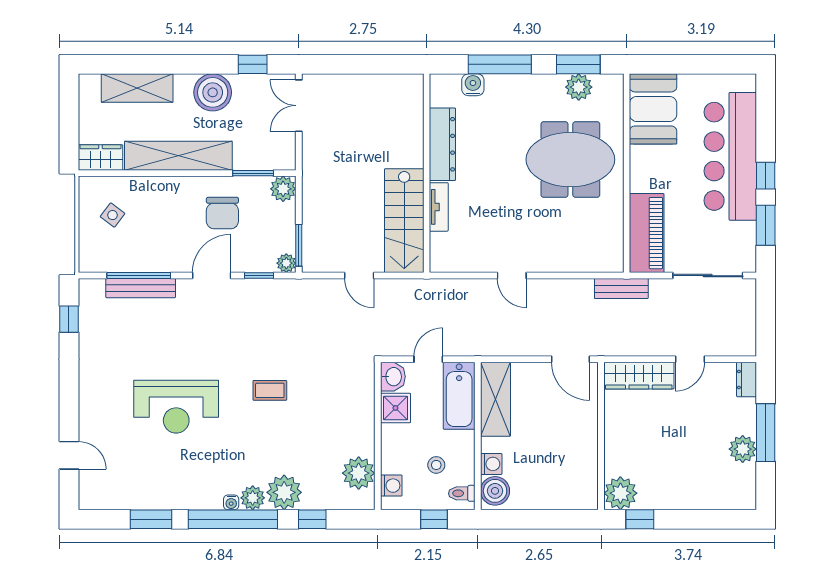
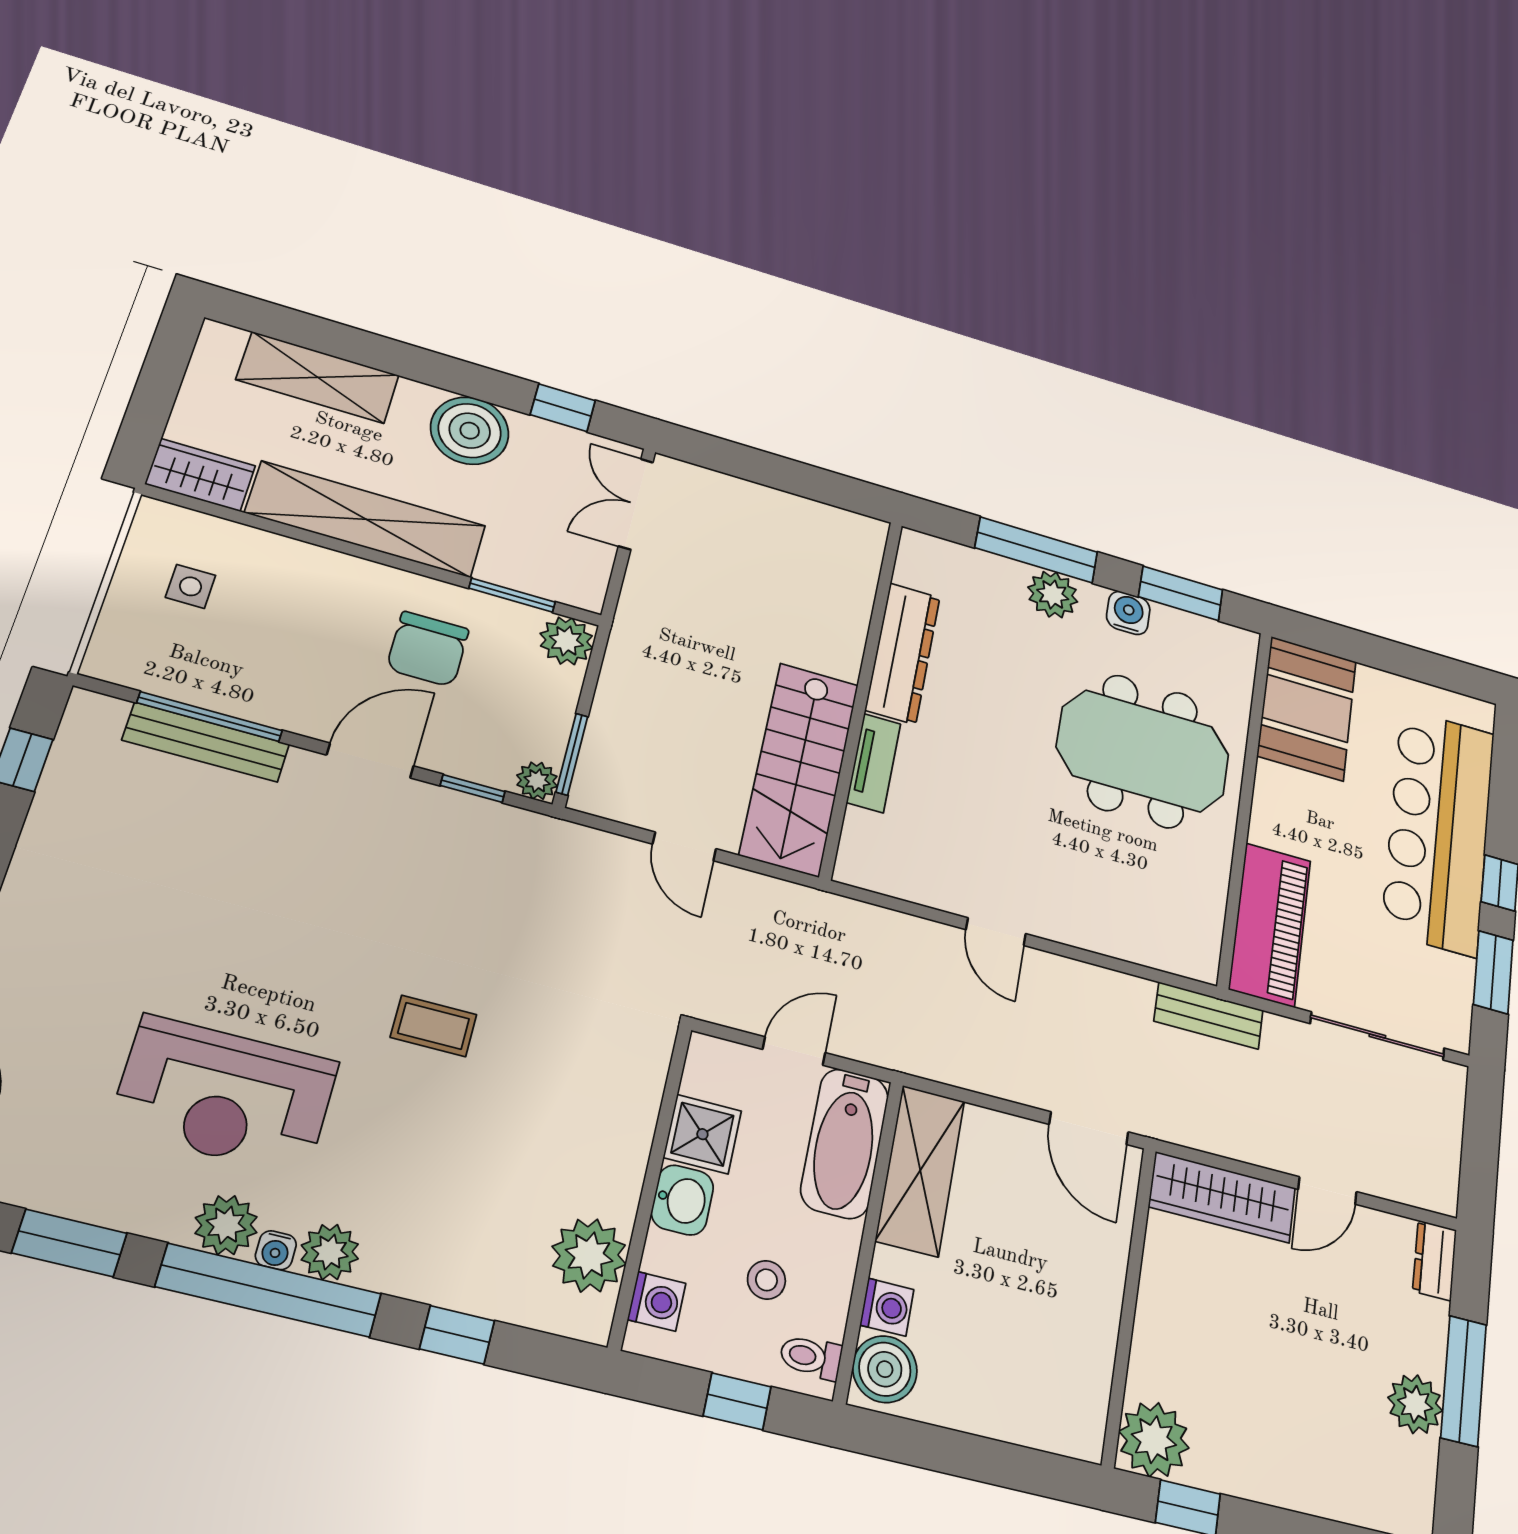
water cooler: (473, 85) -> (1128, 613), moved
plant: (579, 87) -> (1053, 595), moved
side table: (113, 215) -> (191, 586), turned -37
washbasin: (393, 377) -> (682, 1200), moved
reception desk: (176, 407) -> (225, 1095), moved
plant: (284, 492) -> (226, 1225), moved, width x0.73, depth x0.73

